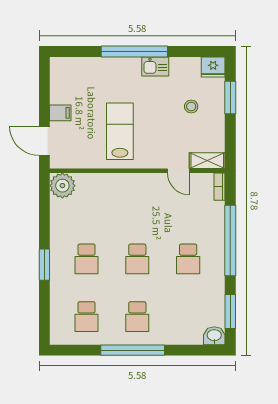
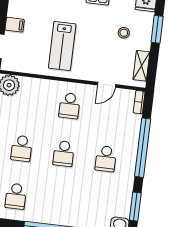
lab bench: (120, 131) -> (62, 46), turned 180
shelving: (207, 161) -> (141, 66), moved, turned 90
door: (178, 171) -> (107, 85), hinge flipped
school desk: (137, 317) -> (70, 106), moved

